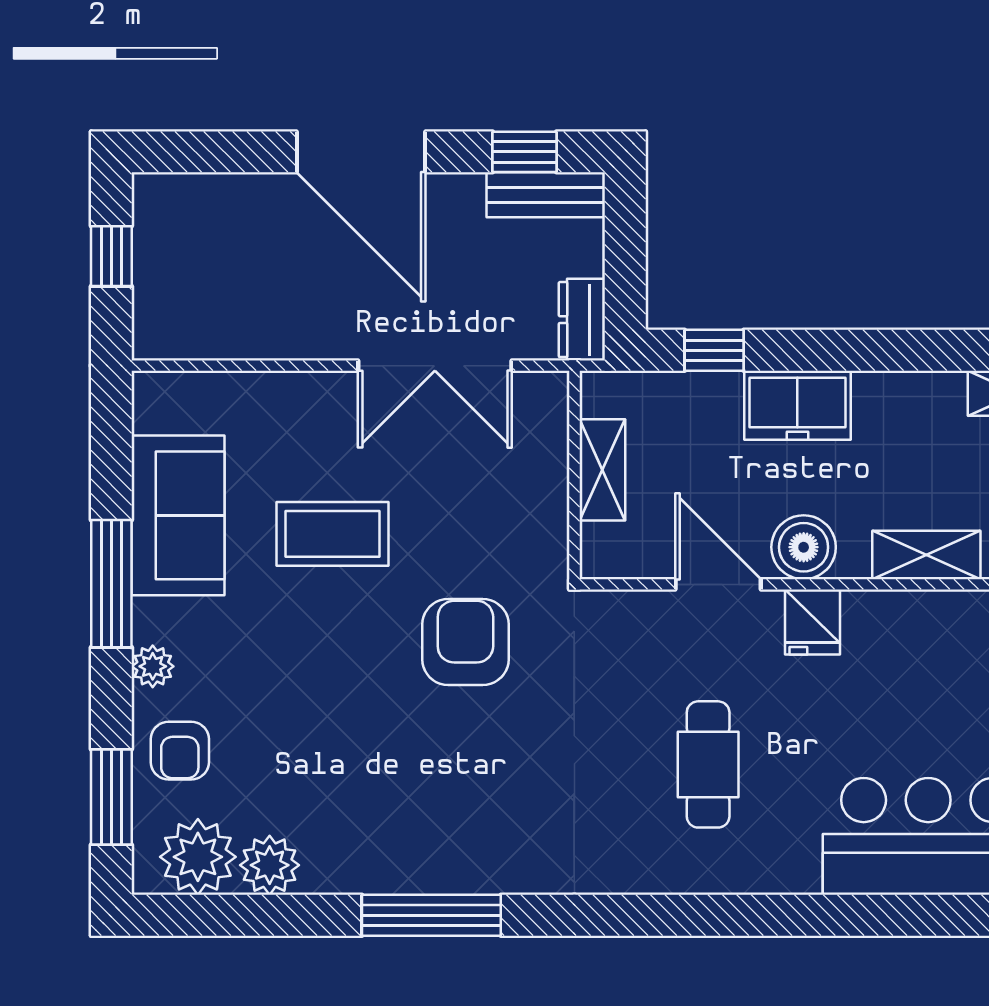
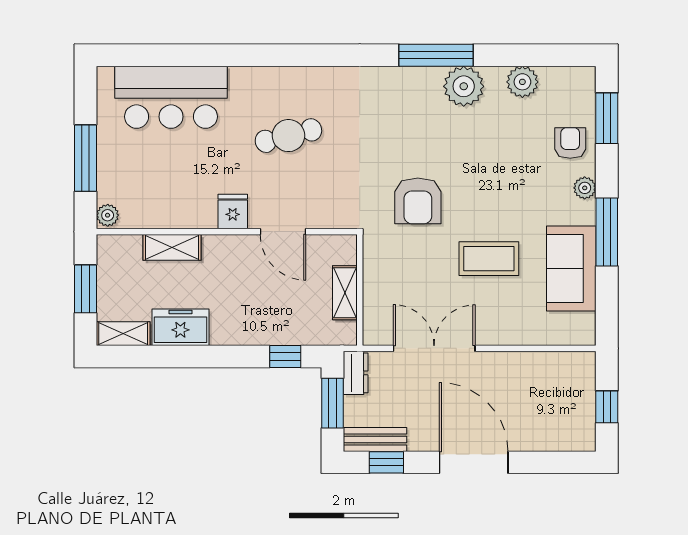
window: (625, 263) -> (333, 403), added
freezer: (797, 405) -> (180, 327), moved
boiler: (804, 547) -> (237, 251), removed
cafe table: (708, 764) -> (288, 136), turned 76
plant: (198, 857) -> (464, 86), moved

